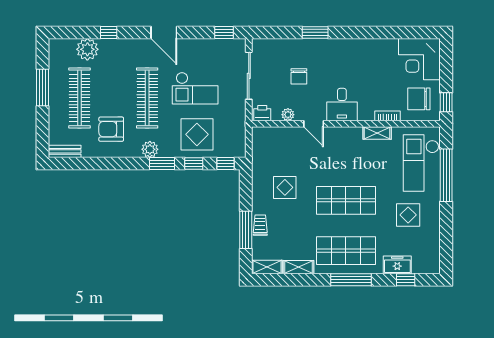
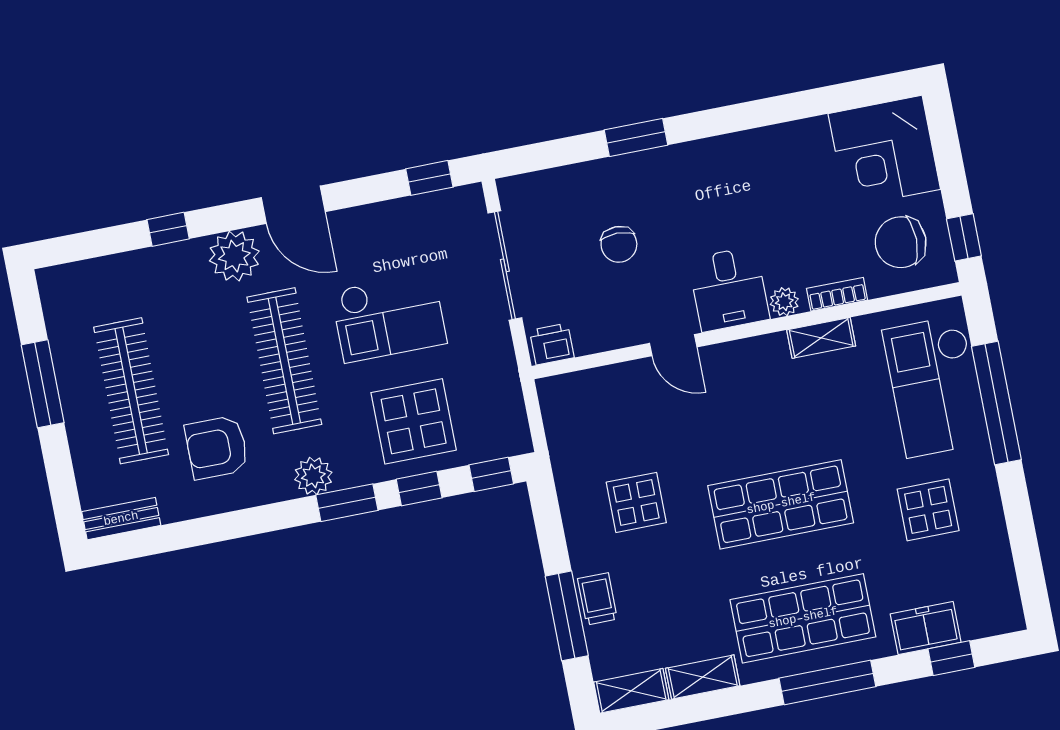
plant: (87, 49) -> (234, 256), moved
plant: (288, 115) -> (784, 302), moved

